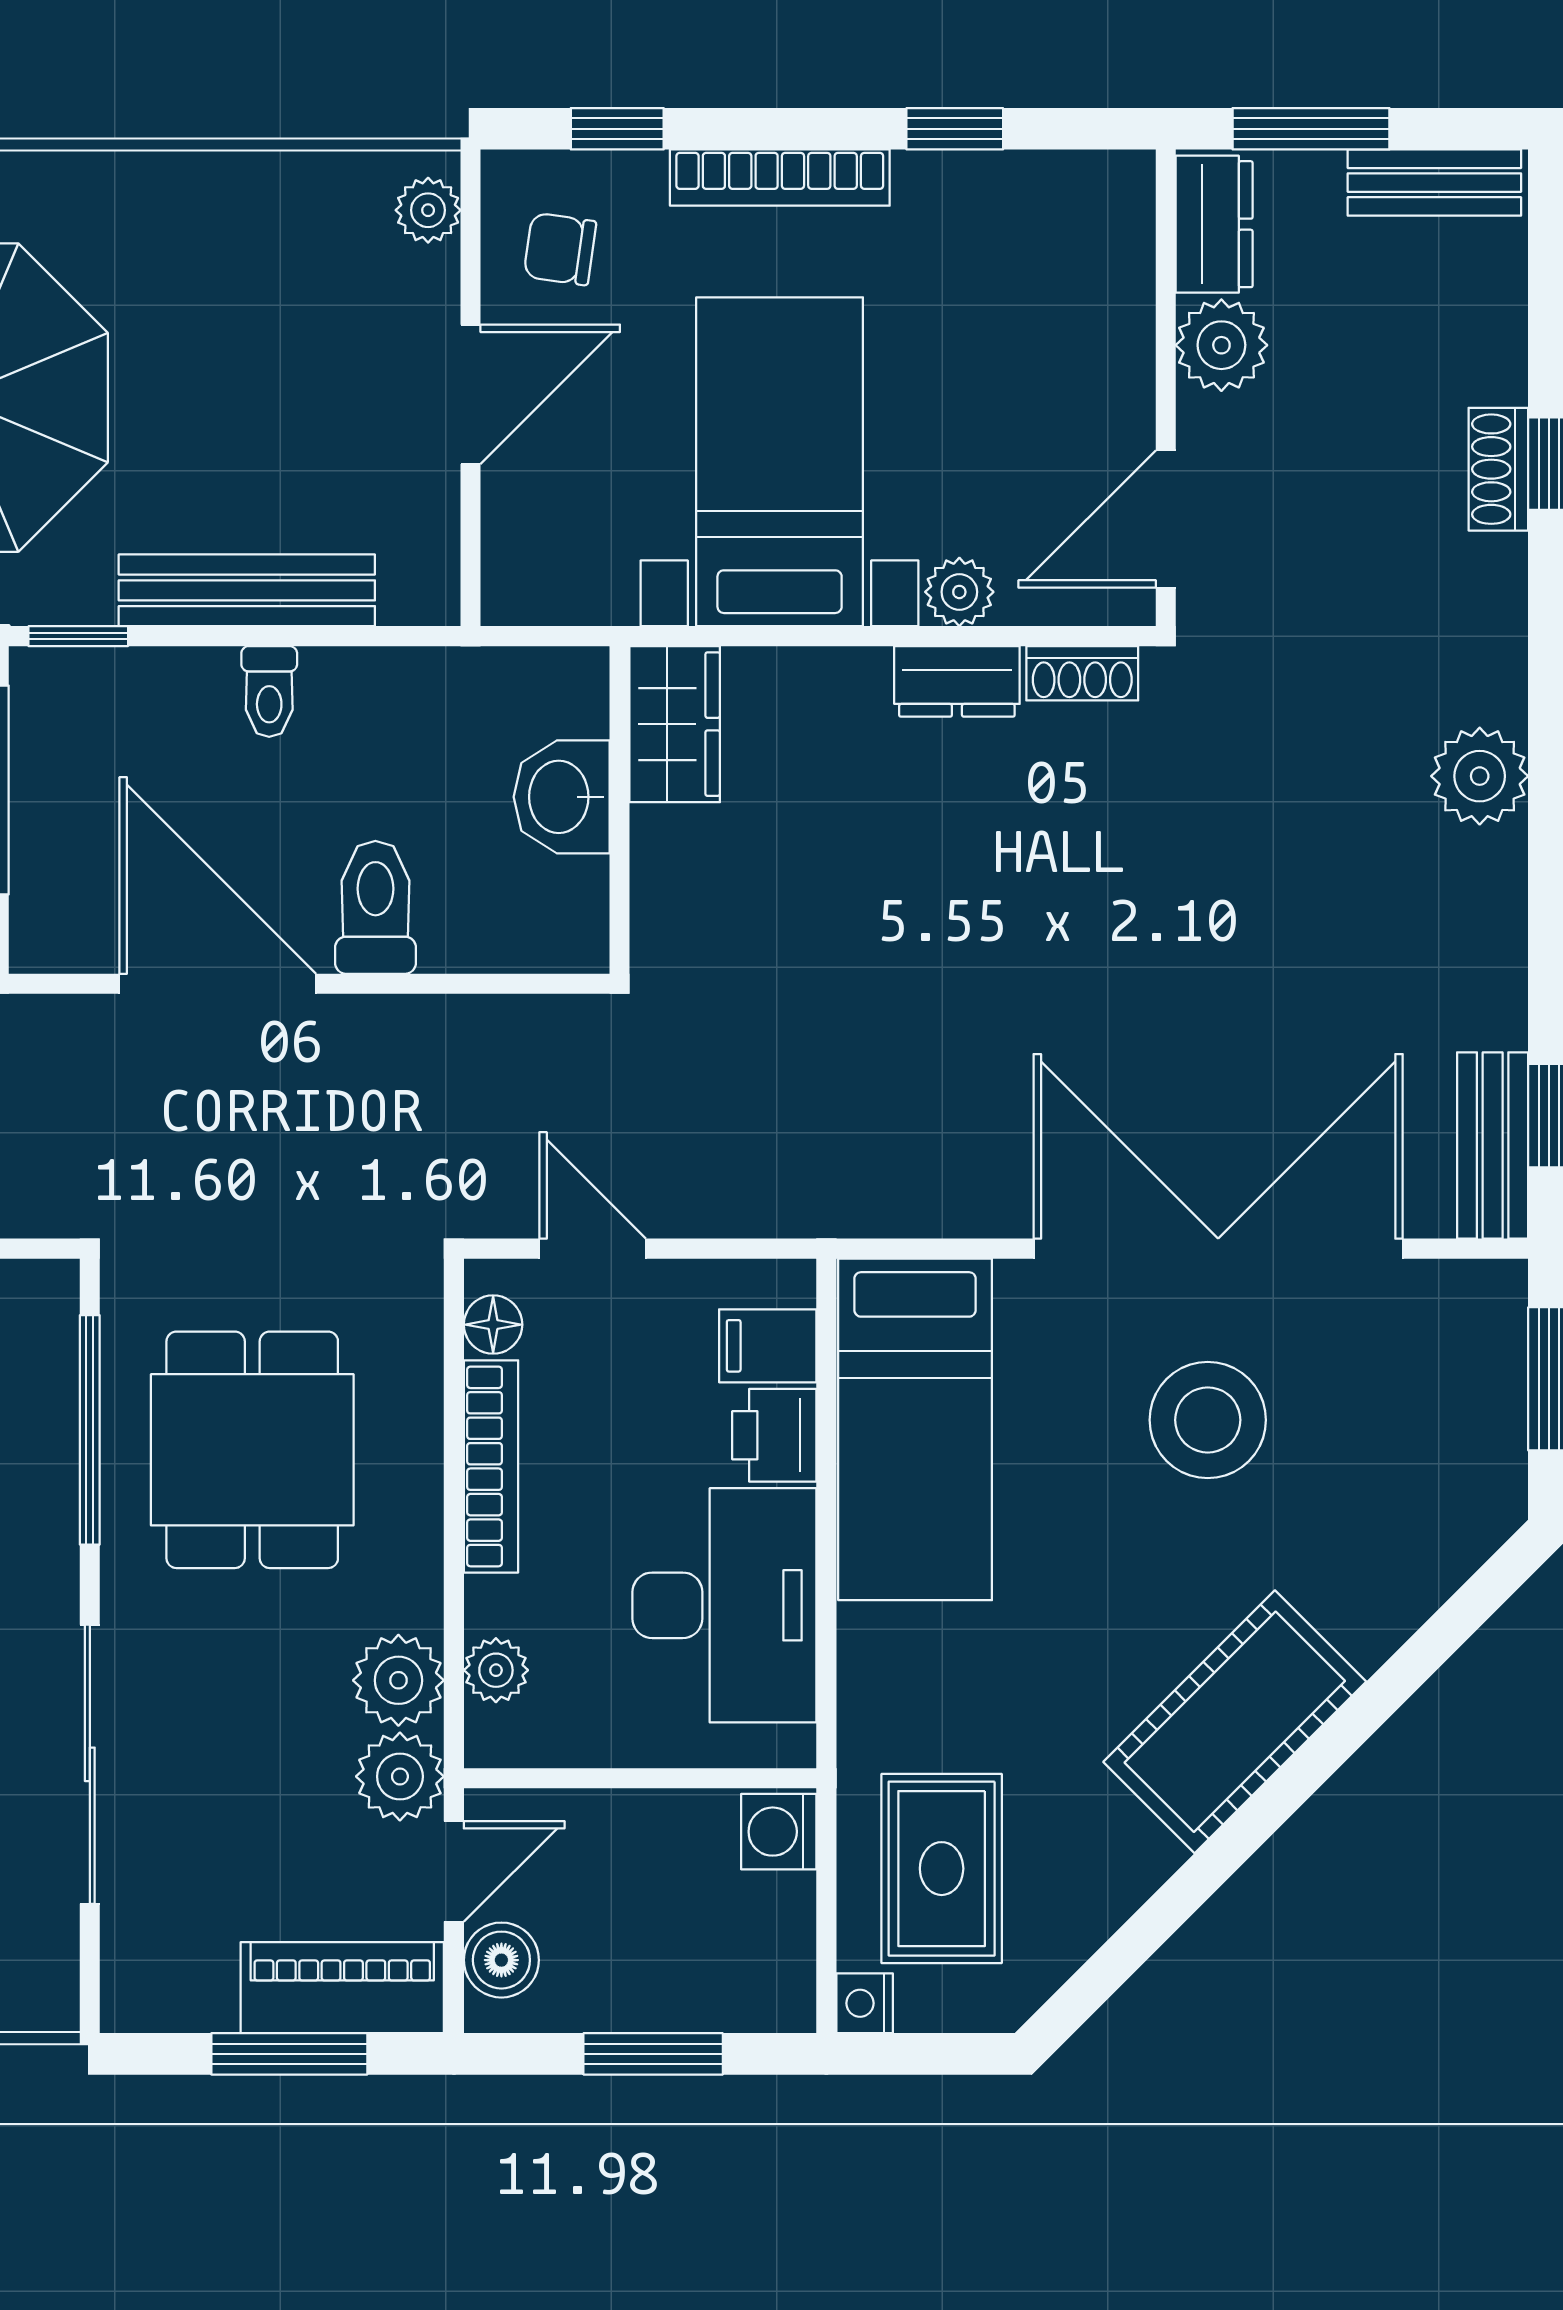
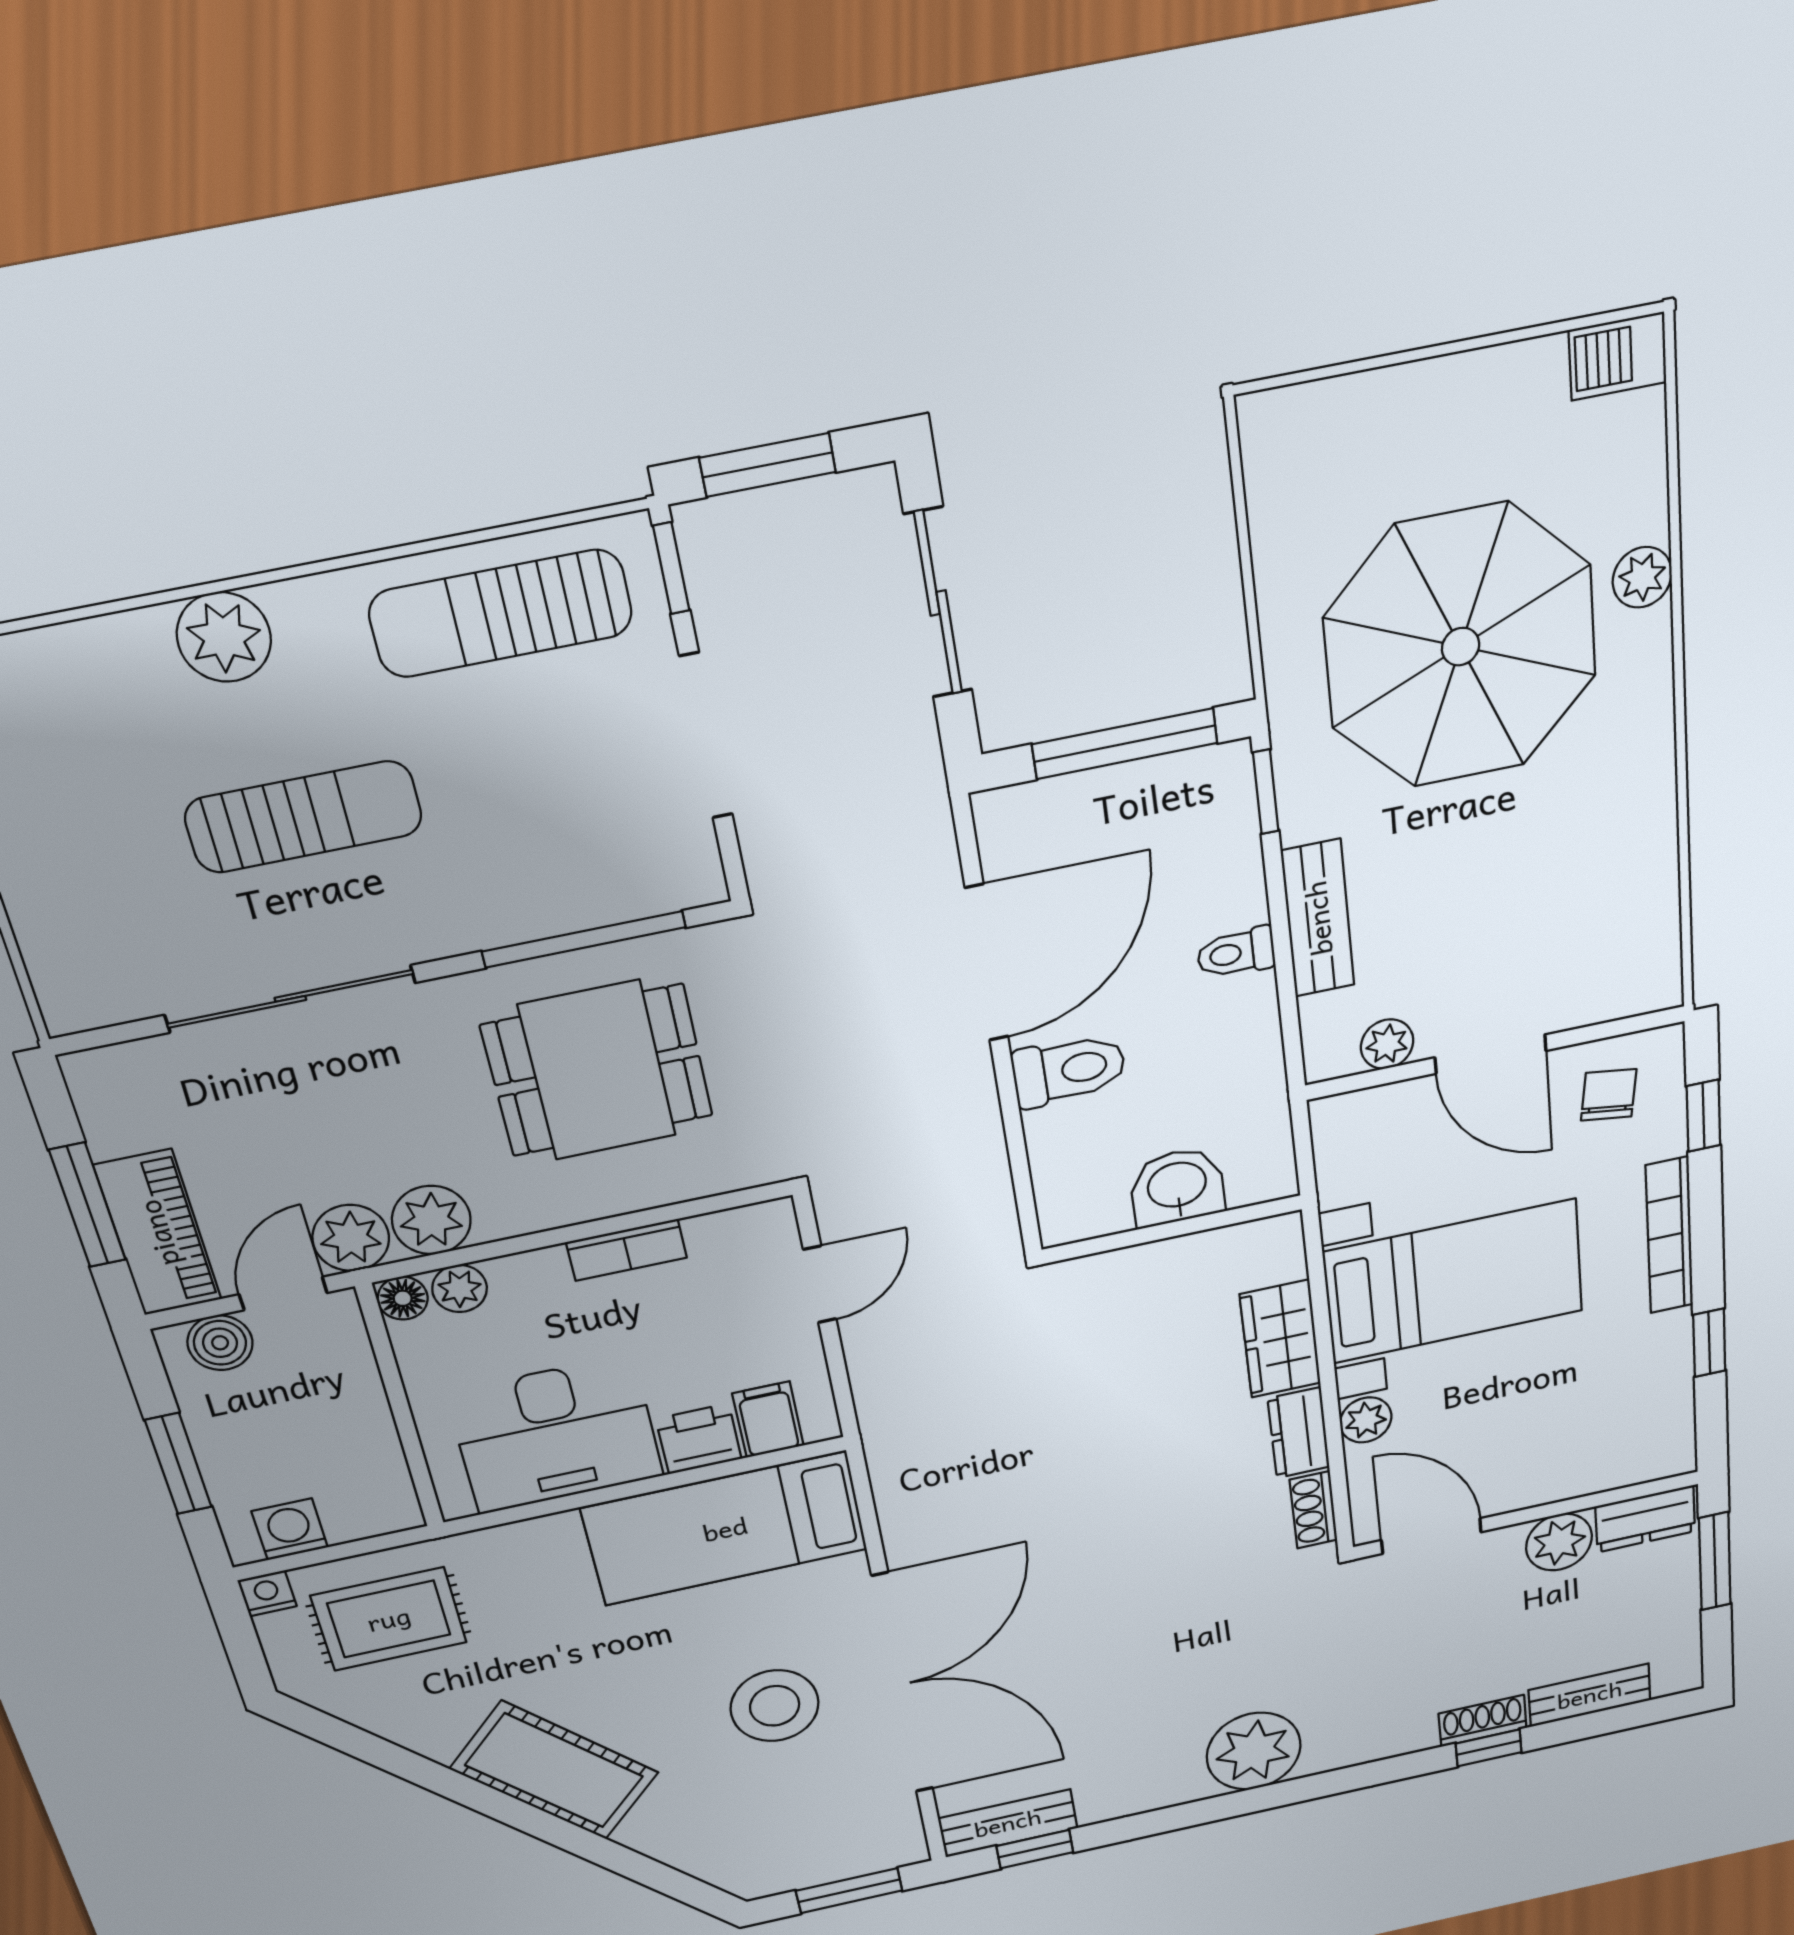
bench: (1434, 183) -> (1590, 1695), moved, turned 90
plant: (428, 210) -> (1387, 1044), moved
bench: (247, 590) -> (1318, 918), width x0.73
wardrobe: (675, 724) -> (1280, 1339), moved, turned 90
plant: (1480, 776) -> (1254, 1751), width x1.36, depth x1.36
floor lamp: (493, 1325) -> (403, 1298), moved
bookcase: (491, 1466) -> (627, 1250), width x0.64
washing machine: (779, 1832) -> (290, 1529), moved
door: (454, 1871) -> (283, 1294), swing flipped

